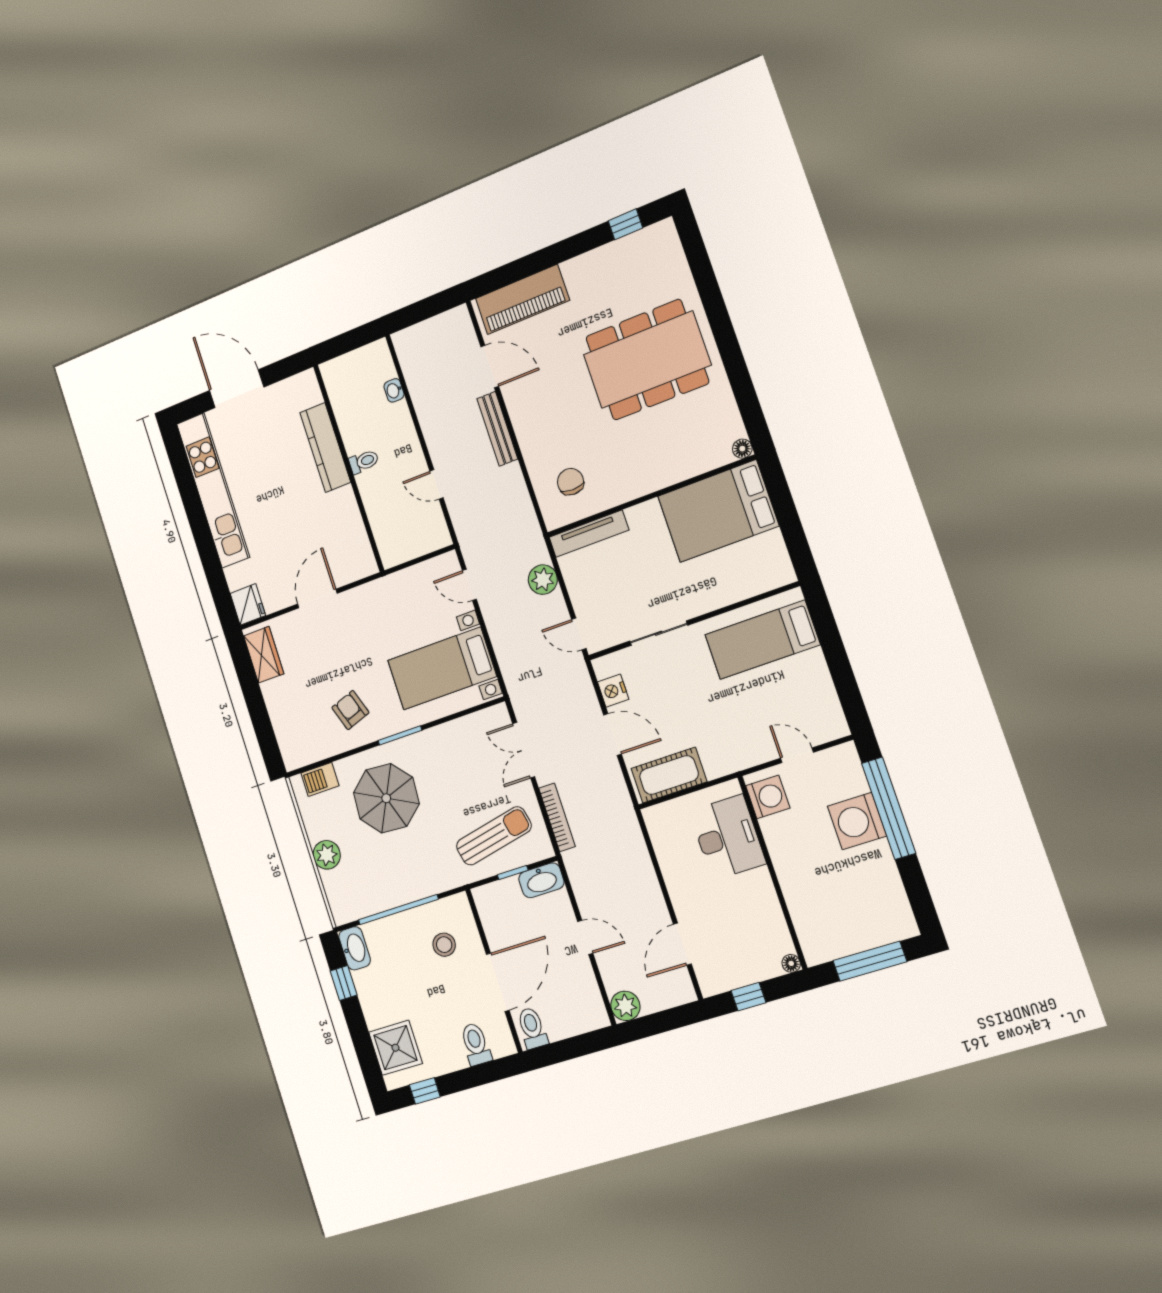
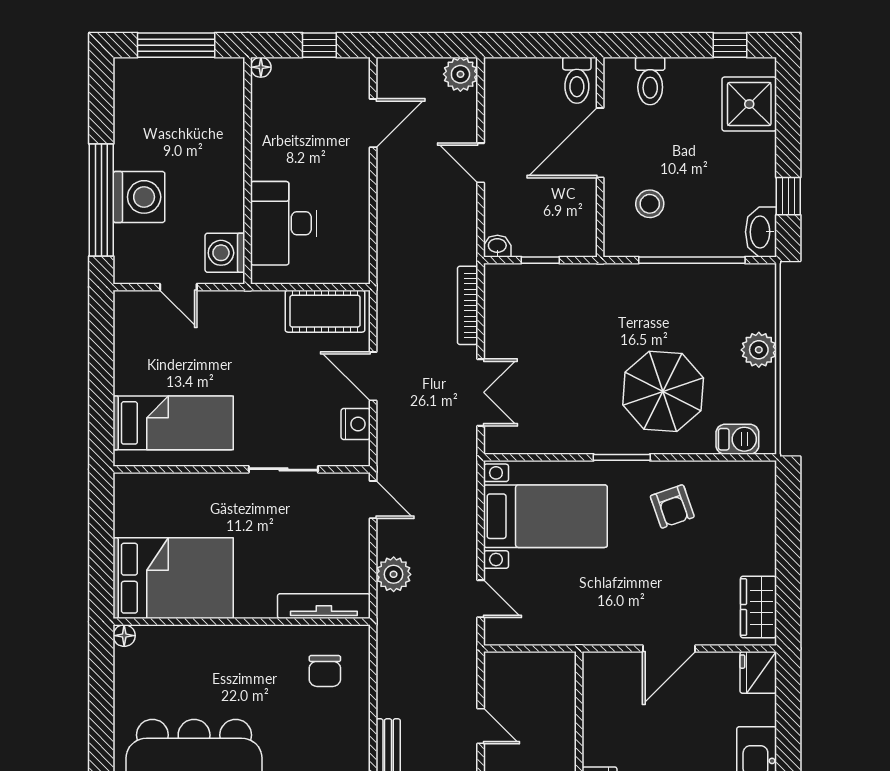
sun lounger: (494, 836) -> (549, 308), removed
washbasin: (541, 880) -> (497, 246), width x0.52, depth x0.69

